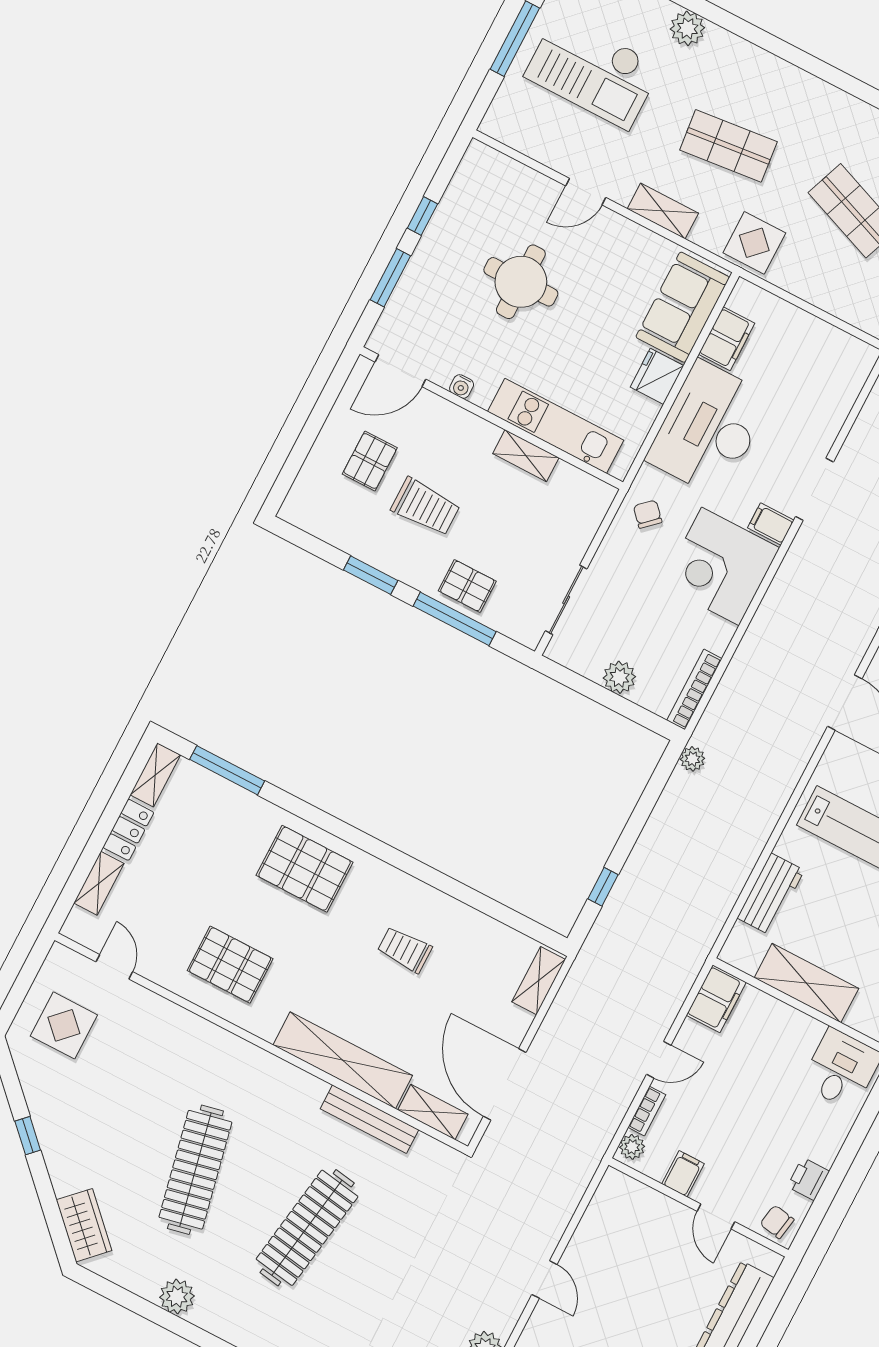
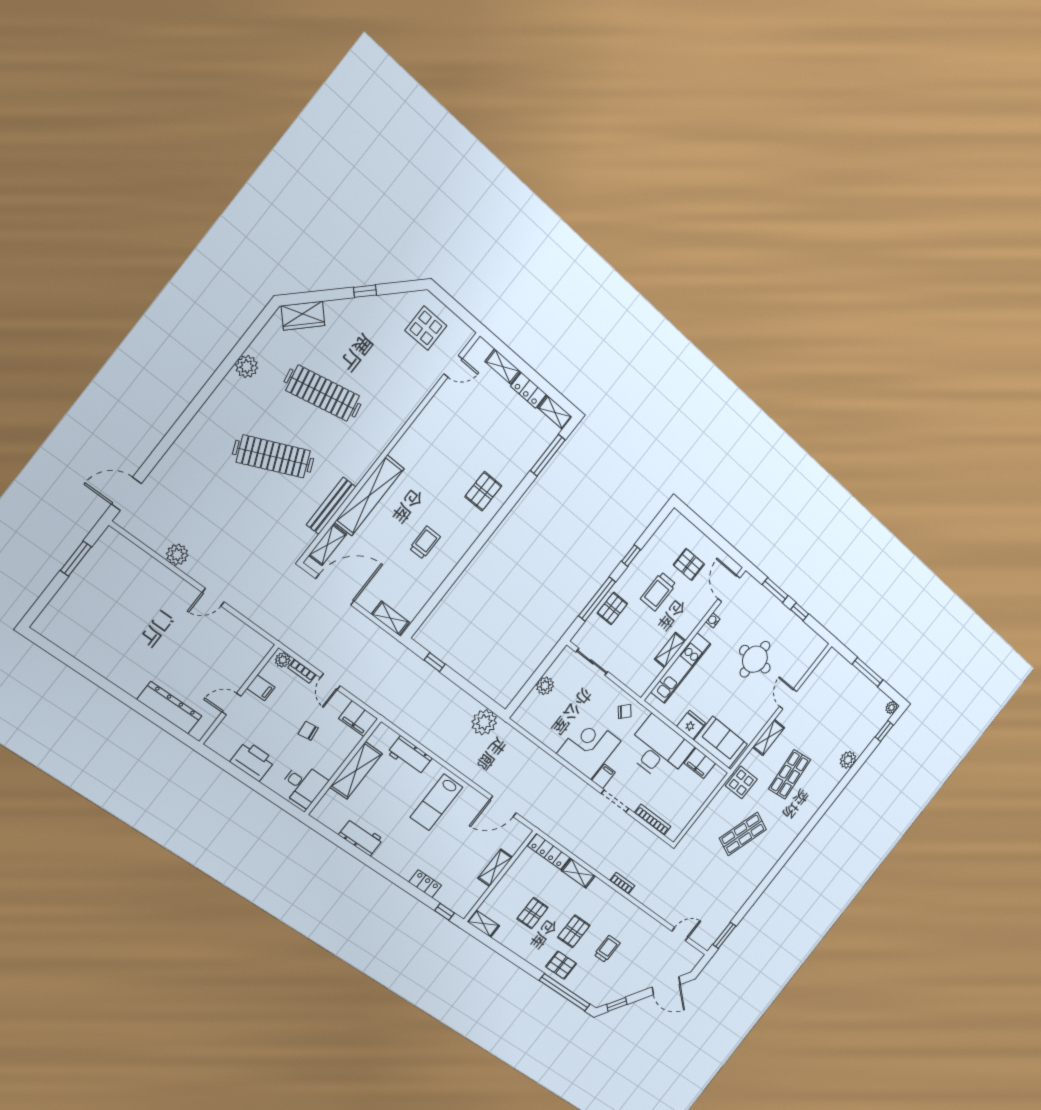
checkout: (593, 71) -> (842, 710), removed
window: (371, 575) -> (631, 556), width x0.67
bookcase: (694, 689) -> (653, 820), moved
plant: (692, 759) -> (484, 722), width x1.88, depth x1.88
pallet: (305, 869) -> (483, 491), width x0.67, depth x0.71
pallet: (230, 965) -> (439, 437), removed
printer: (808, 1179) -> (253, 761), width x1.87, depth x1.48
chair: (777, 1222) -> (308, 731), moved, turned -107
clothes rail: (307, 1228) -> (273, 456), turned -33

